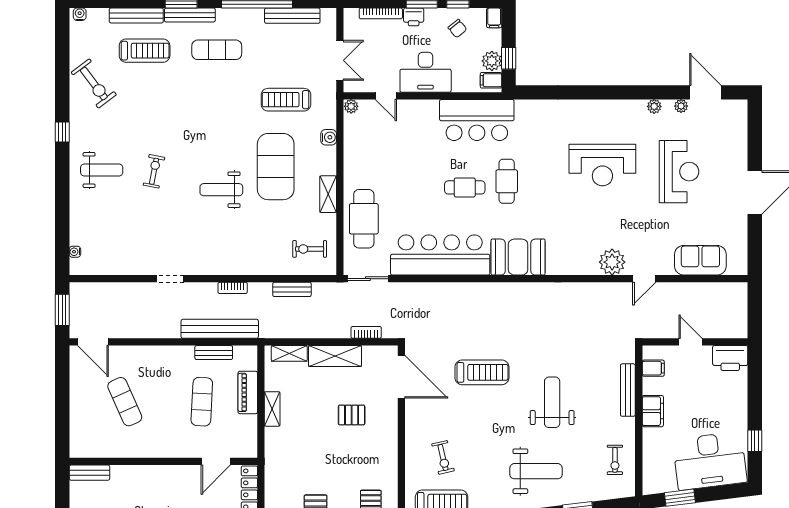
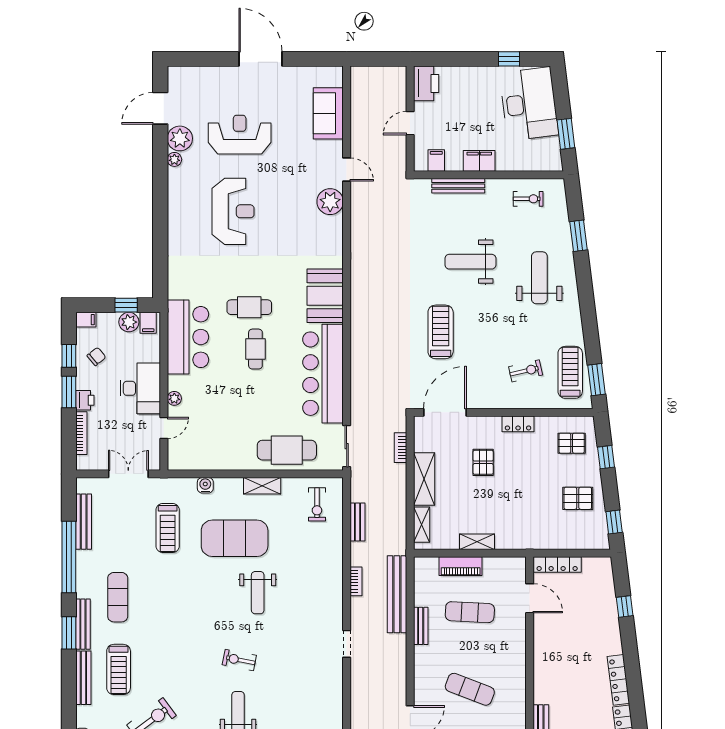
treadmill: (145, 51) -> (119, 669), turned 180
plant: (351, 106) -> (174, 398), moved
plant: (681, 106) -> (180, 138), width x1.87, depth x1.87
bench: (214, 353) -> (421, 626), moved
exercise mat: (125, 402) -> (470, 689), turned 45
locker: (390, 450) -> (518, 424), added

